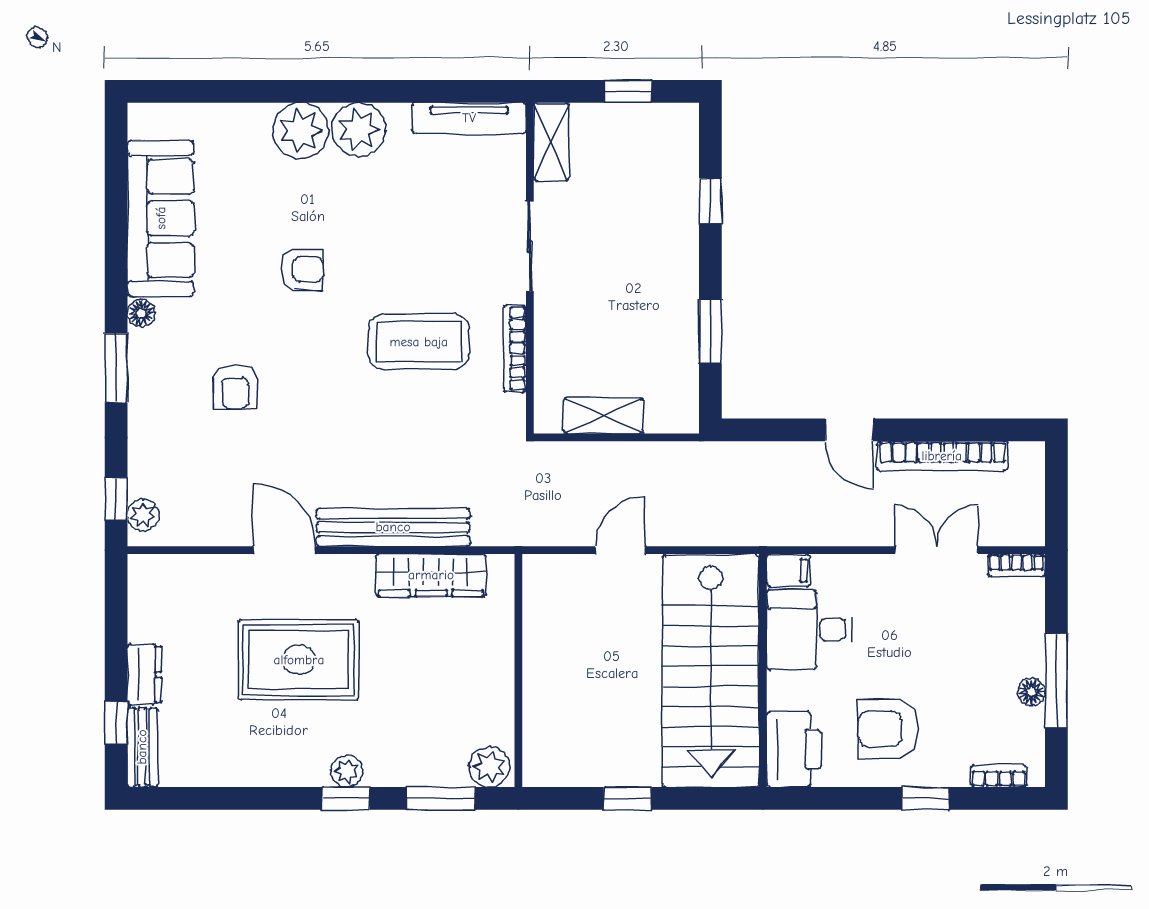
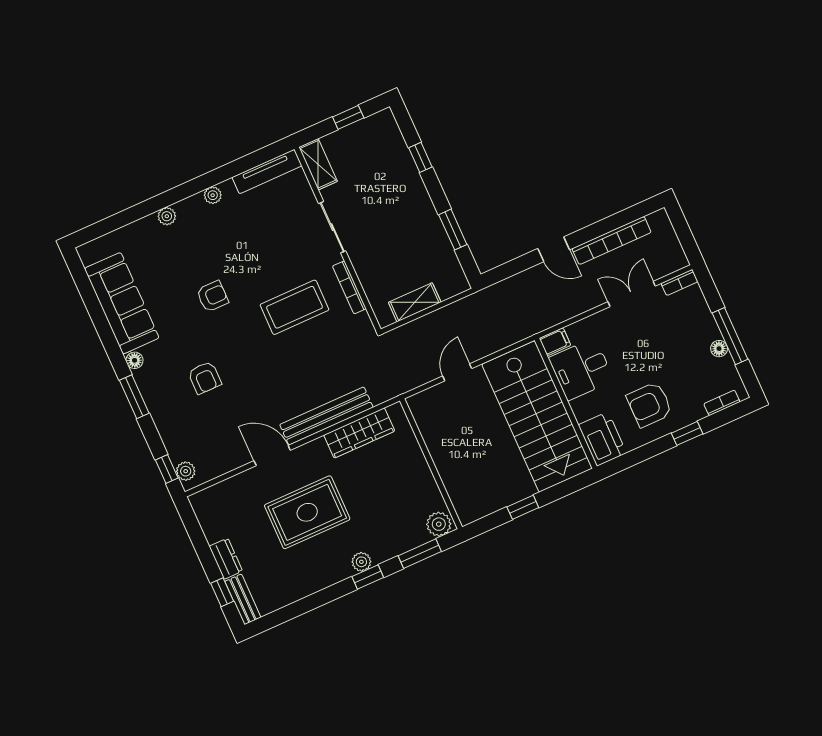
plant: (359, 130) -> (213, 195), width x0.53, depth x0.53
plant: (301, 131) -> (167, 216), width x0.53, depth x0.53

